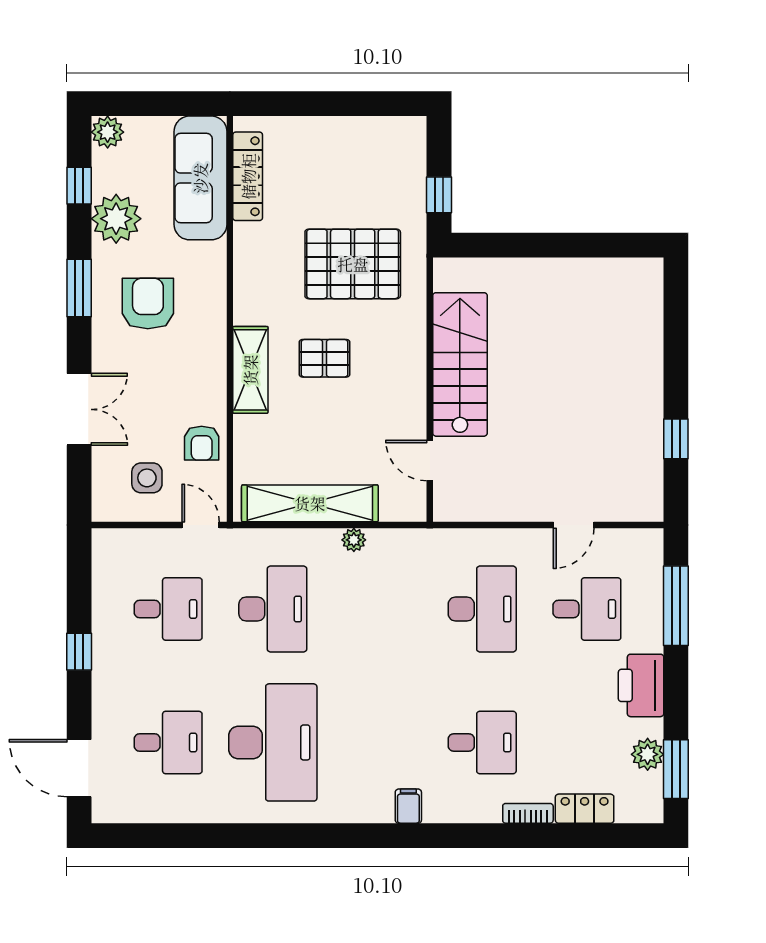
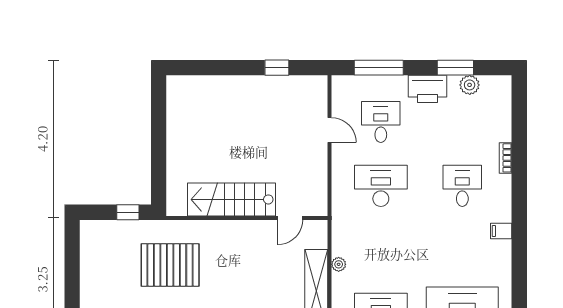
pallet: (353, 264) -> (170, 265), turned 90
pallet: (325, 358) -> (228, 282), removed
window: (676, 769) -> (455, 68), moved
locker: (585, 809) -> (503, 123), removed

